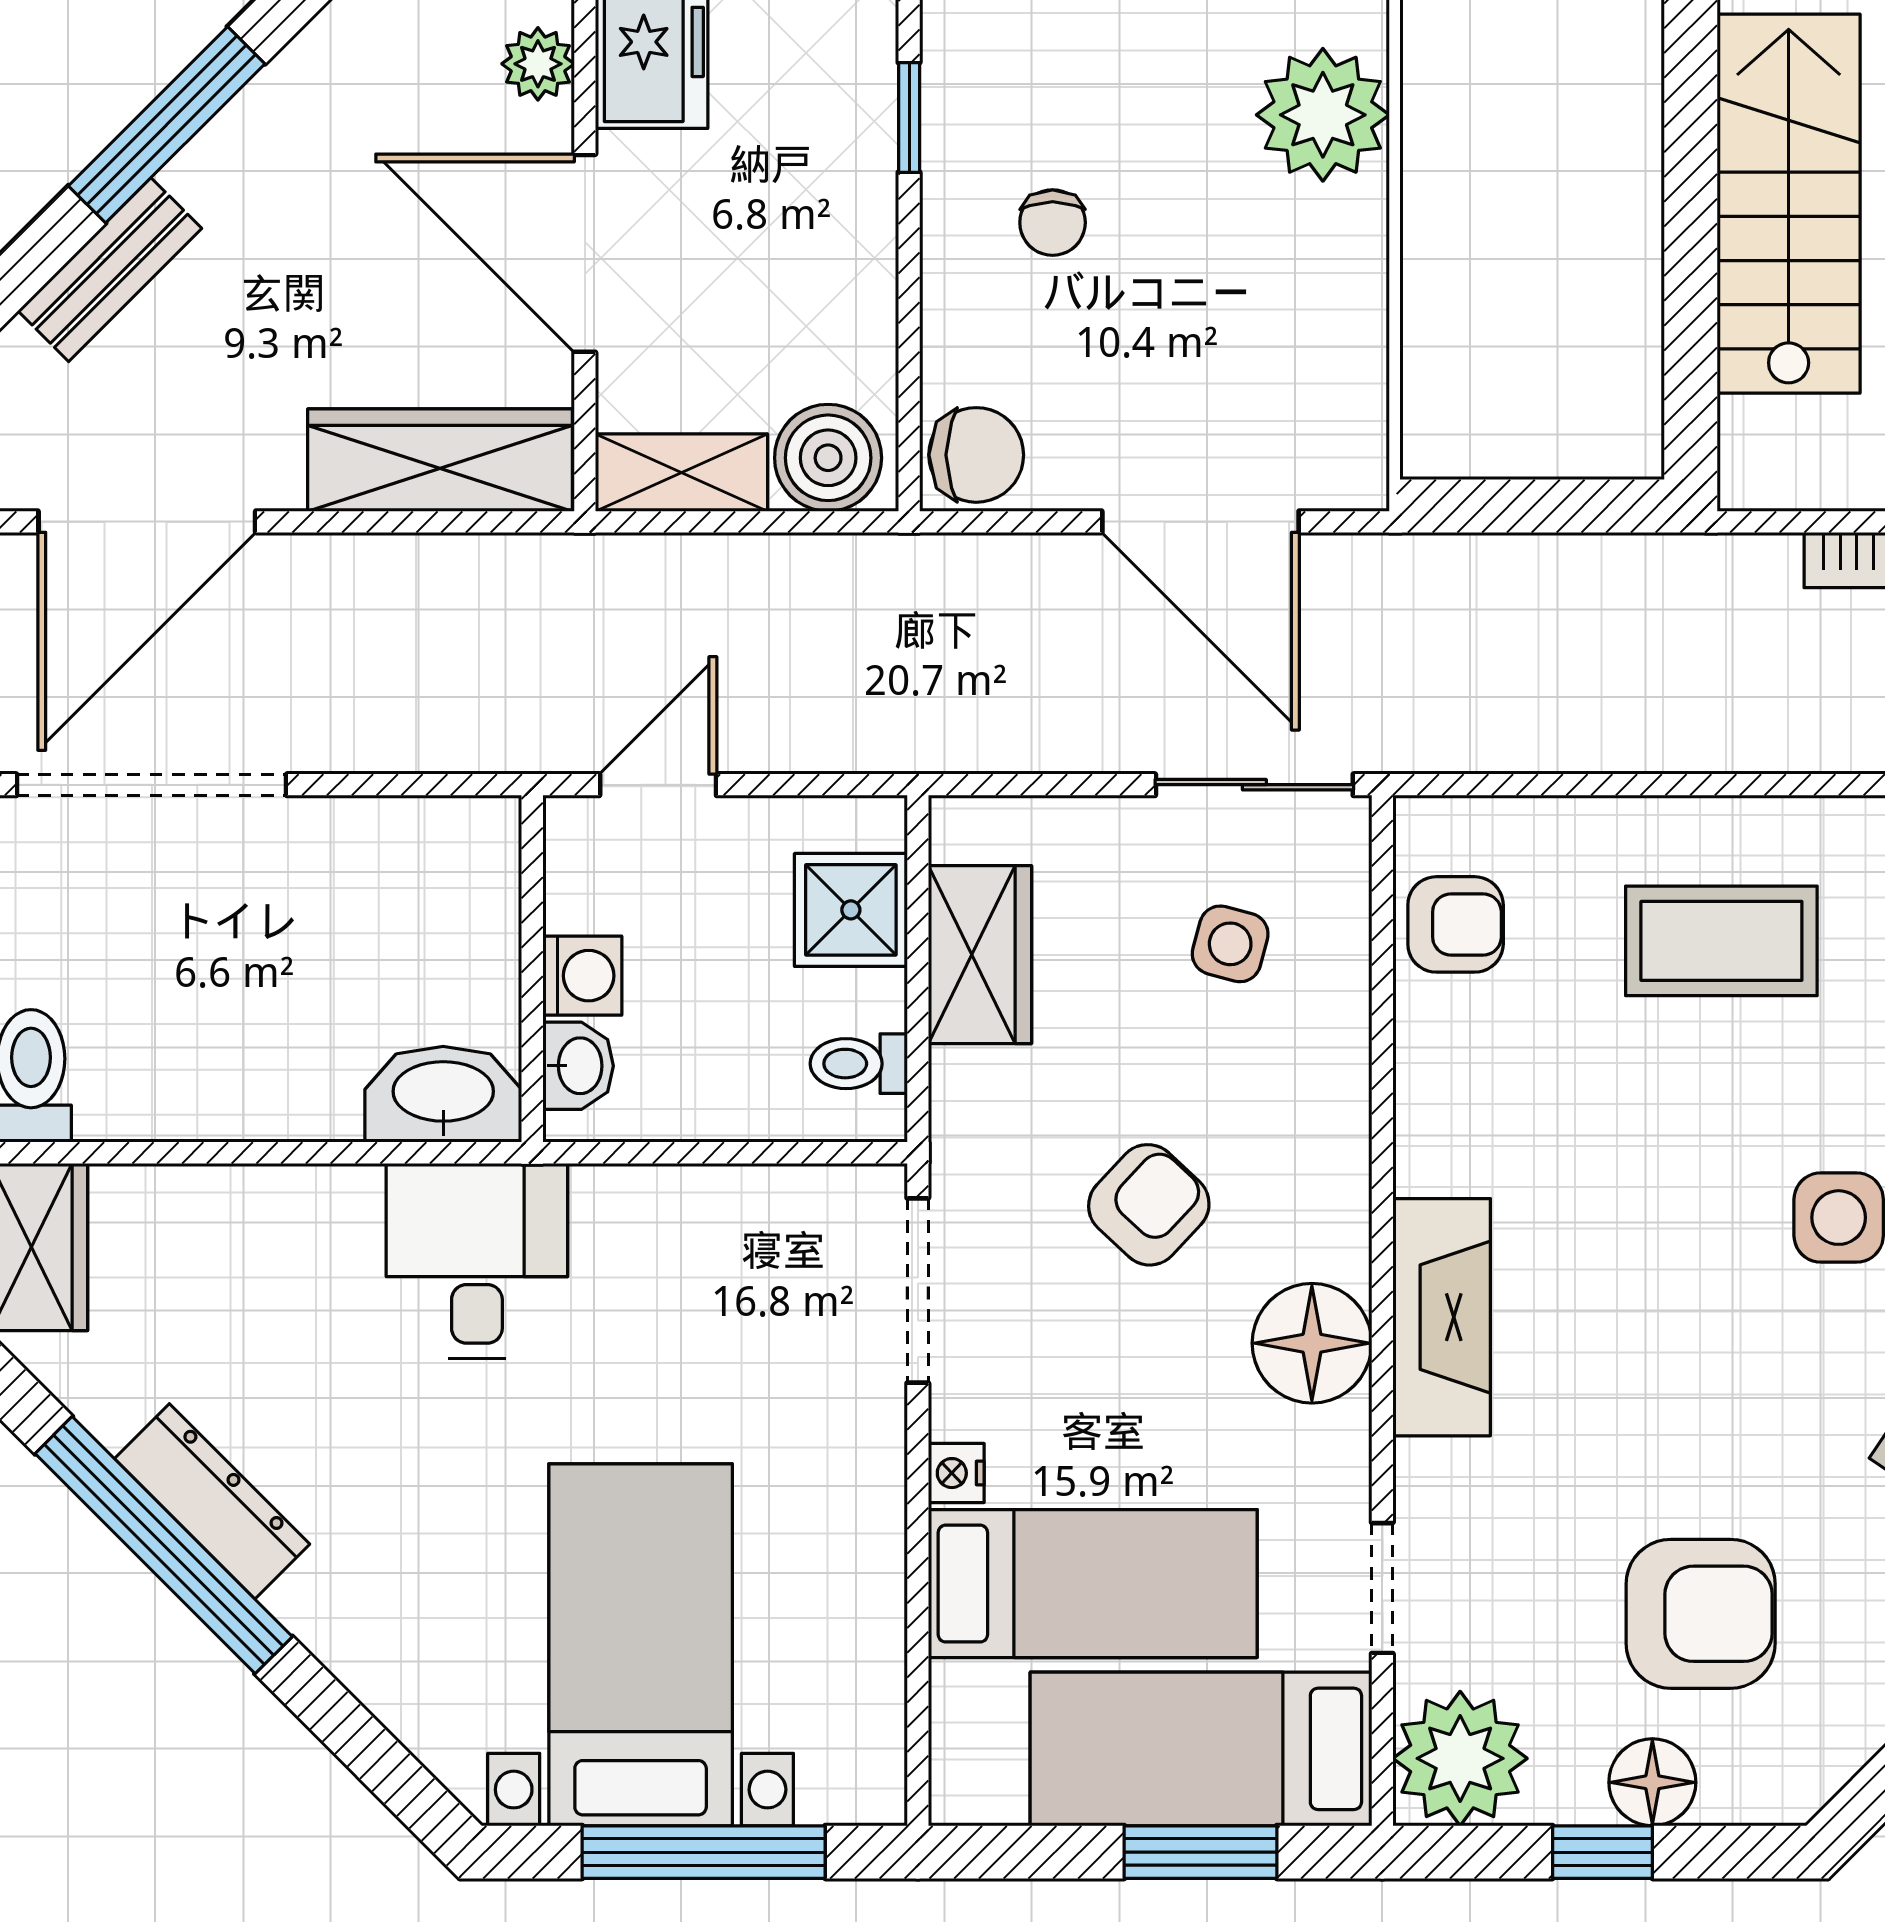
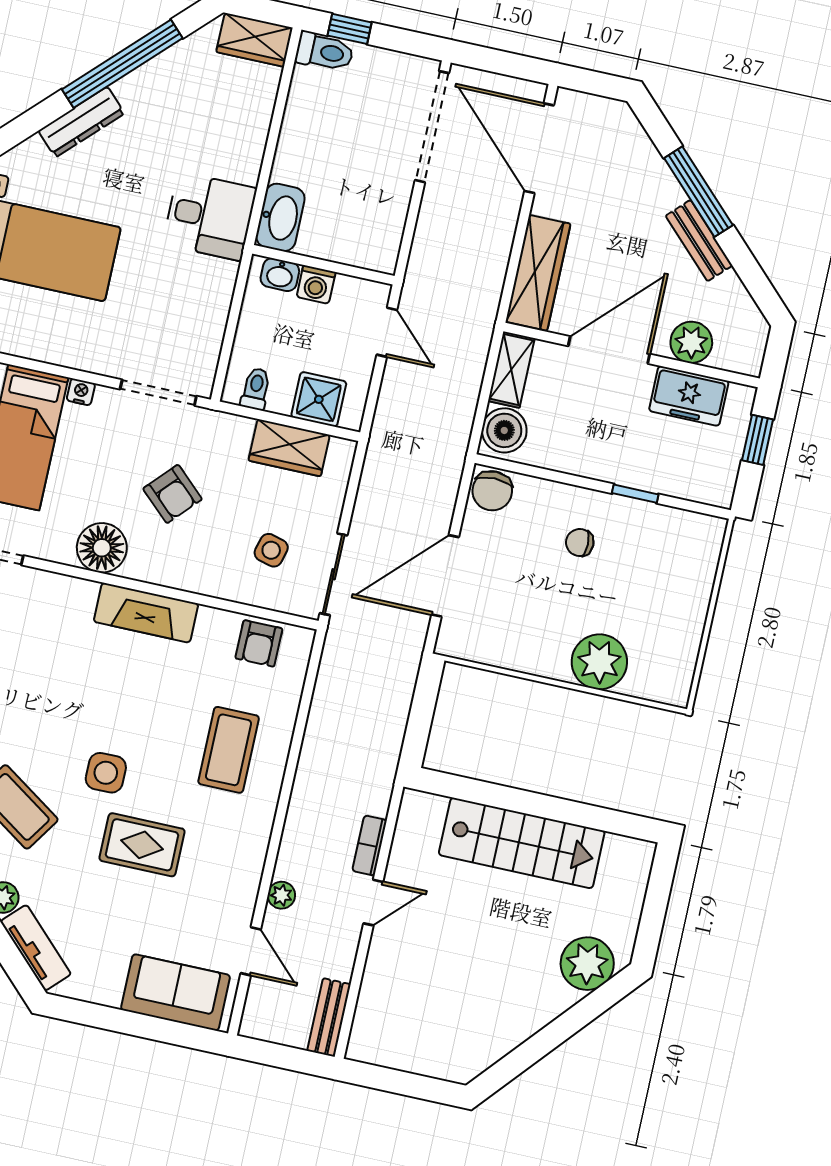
plant: (538, 64) -> (691, 342), width x1.38, depth x1.38
bench: (110, 270) -> (699, 241), moved
fireplace: (1442, 1317) -> (146, 613), moved
dresser: (212, 1501) -> (81, 122), moved

